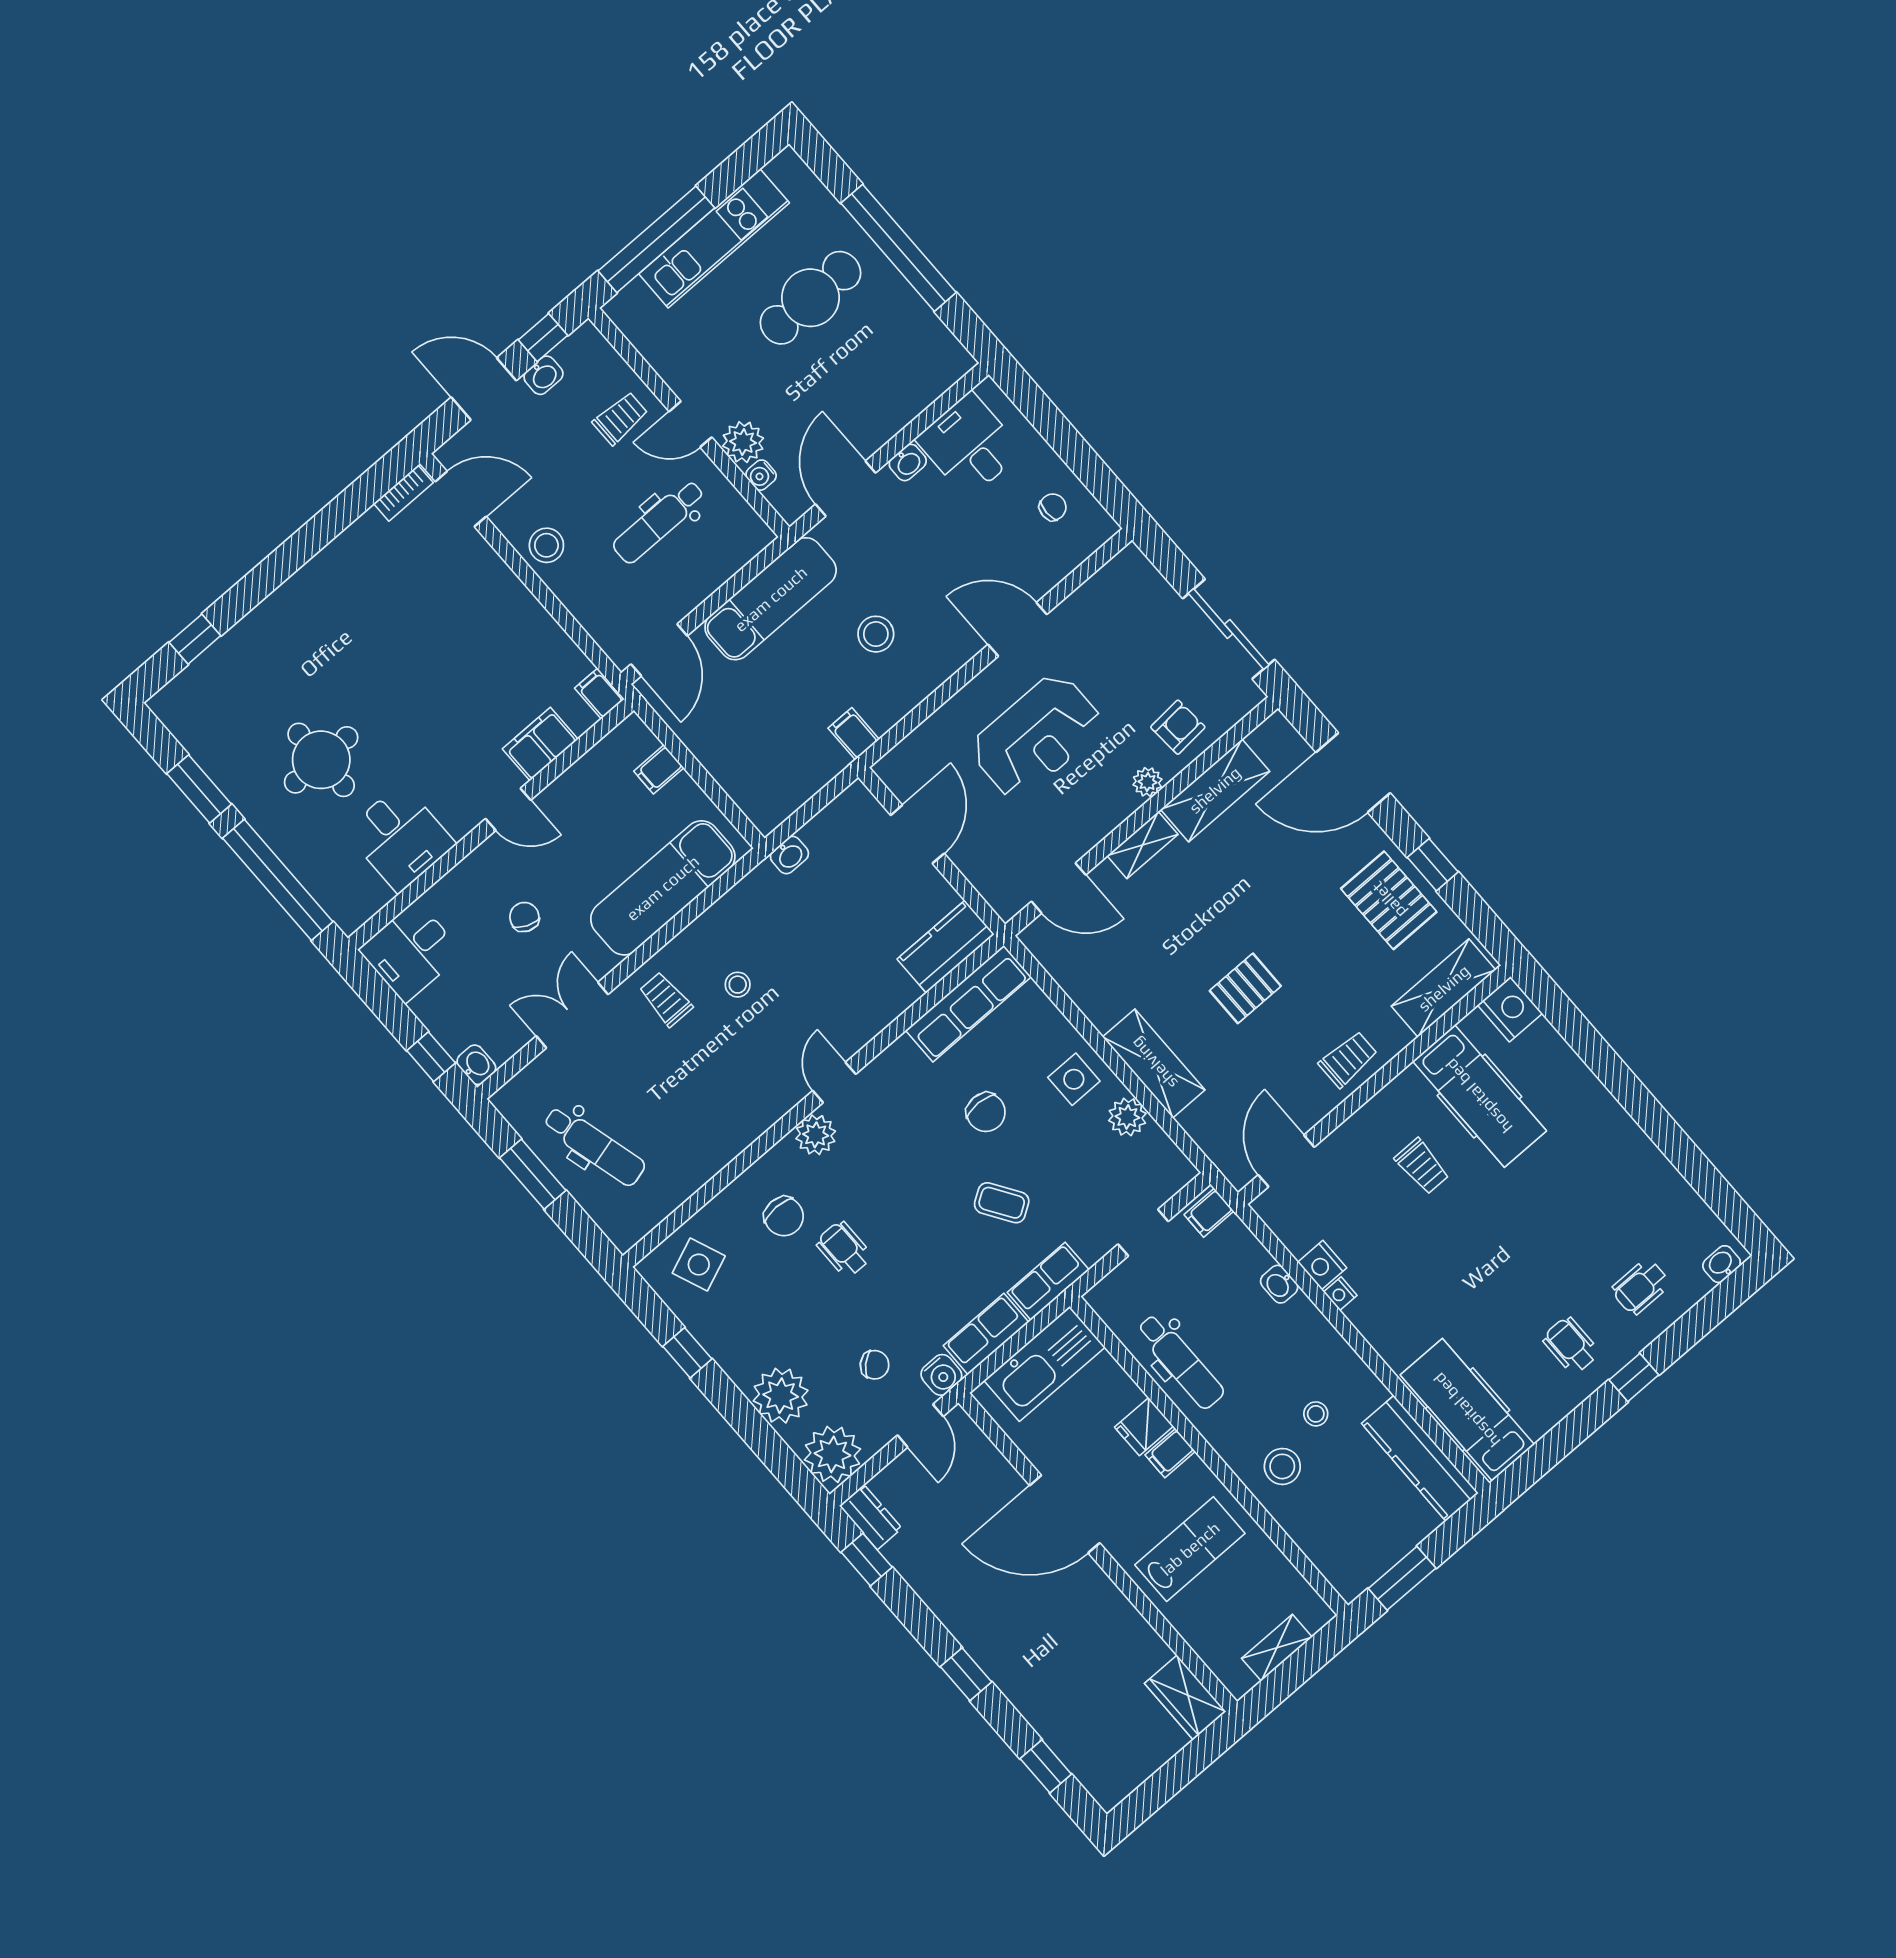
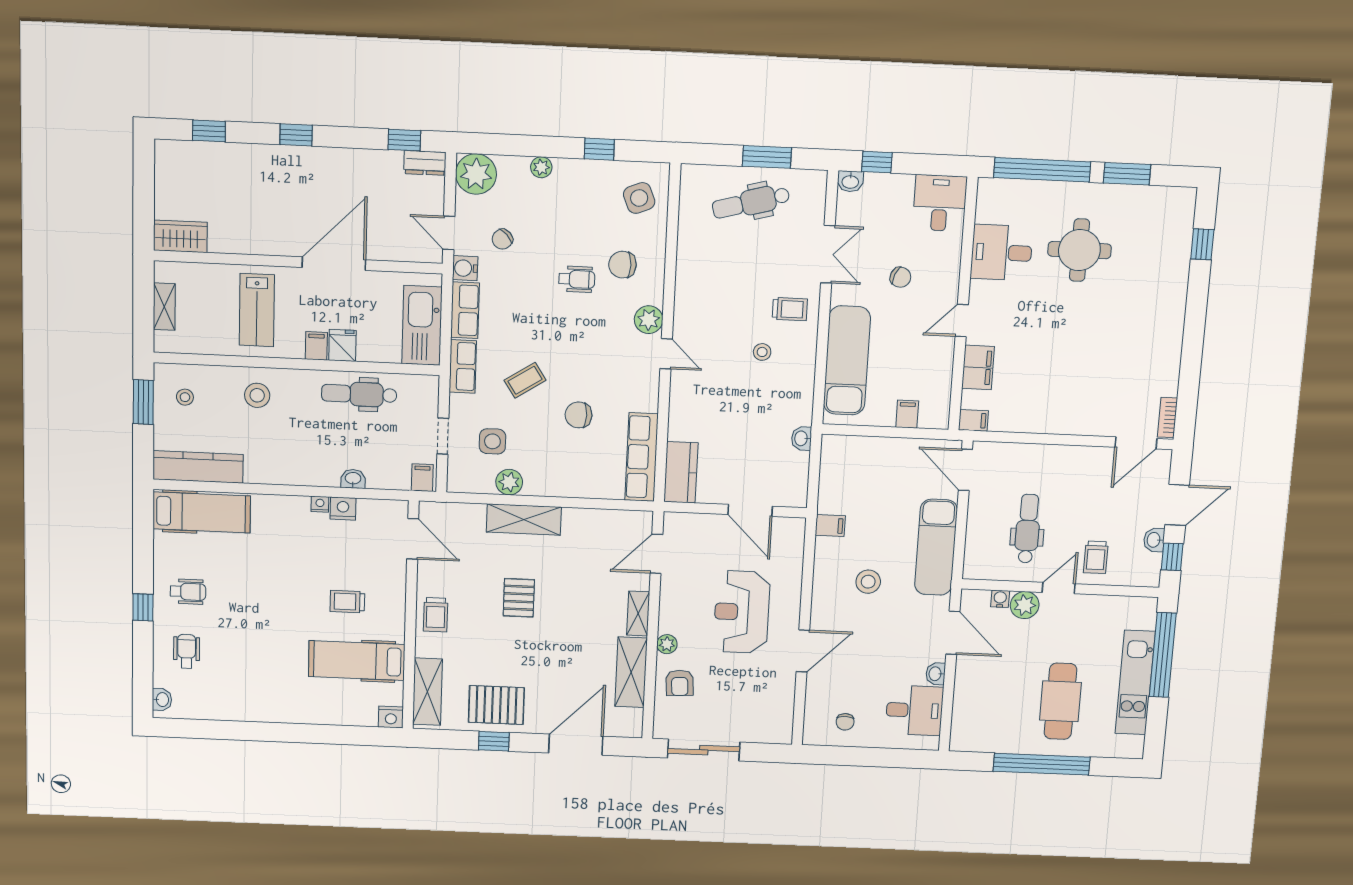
stool: (546, 545) -> (1071, 463), removed
nightstand: (1510, 1009) -> (391, 717), width x0.74, depth x0.75
side table: (1074, 1079) -> (492, 441), moved
plant: (781, 1396) -> (541, 167), width x0.53, depth x0.53
stool: (1316, 1414) -> (185, 397), moved

